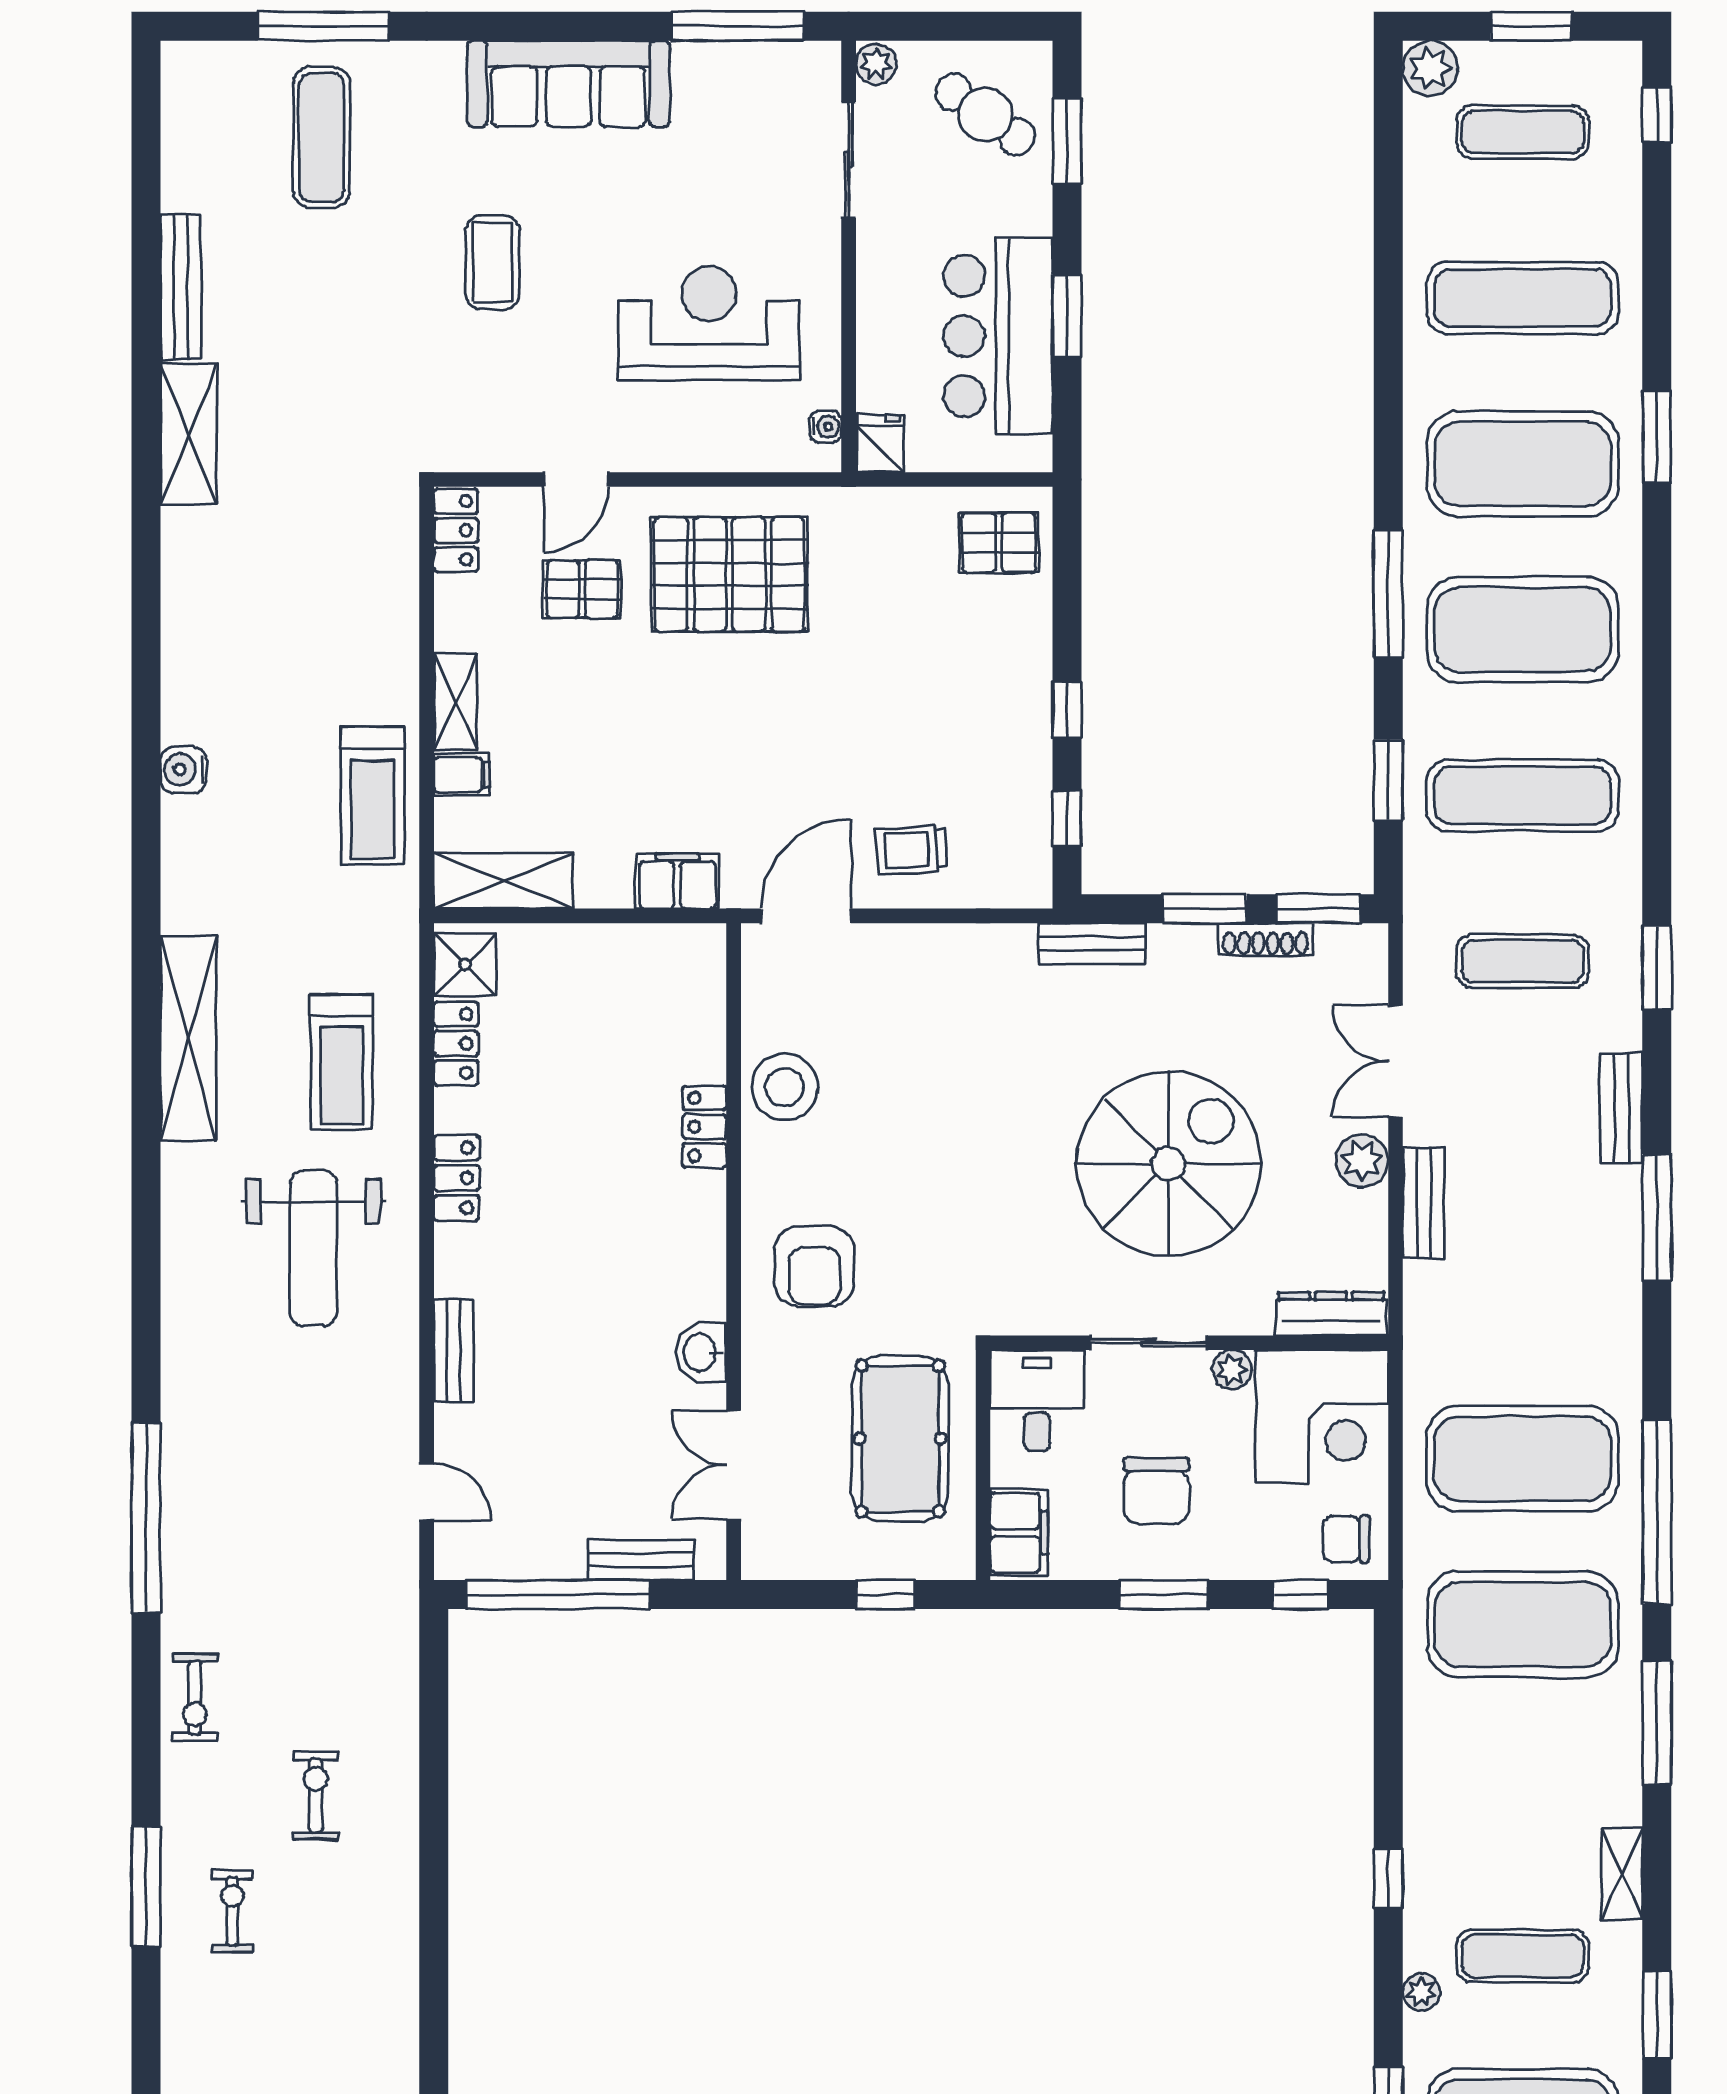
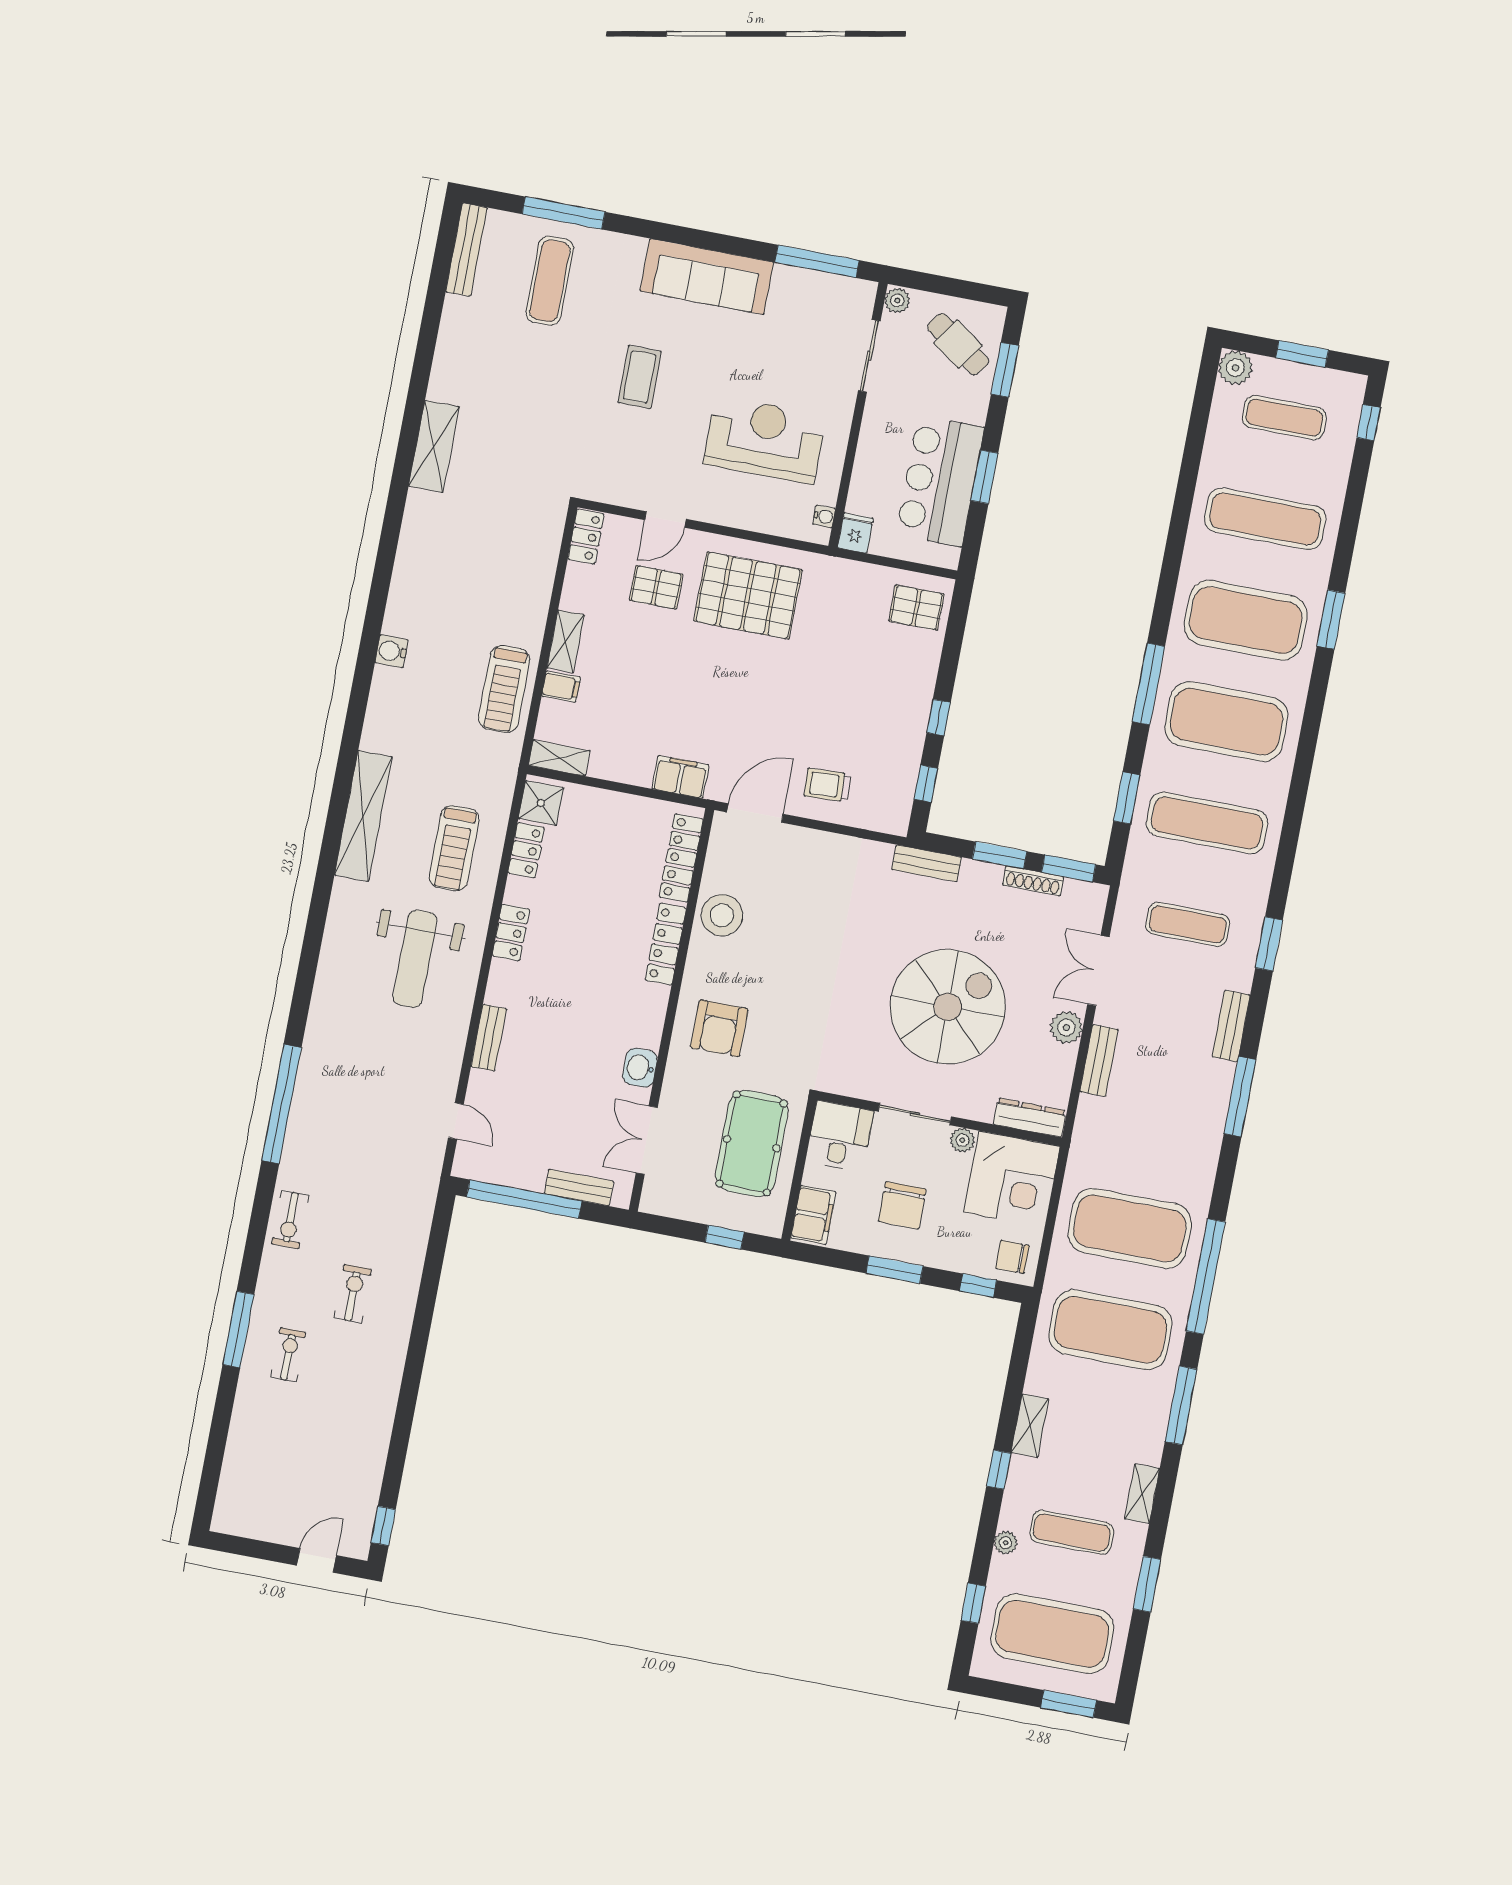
bench: (181, 287) -> (466, 250), moved
shelving: (504, 881) -> (559, 758), width x0.67, depth x0.75
locker: (703, 1009) -> (681, 858), added
locker: (704, 1127) -> (666, 944), width x1.53
shelving: (1424, 1800) -> (1030, 1426), added

